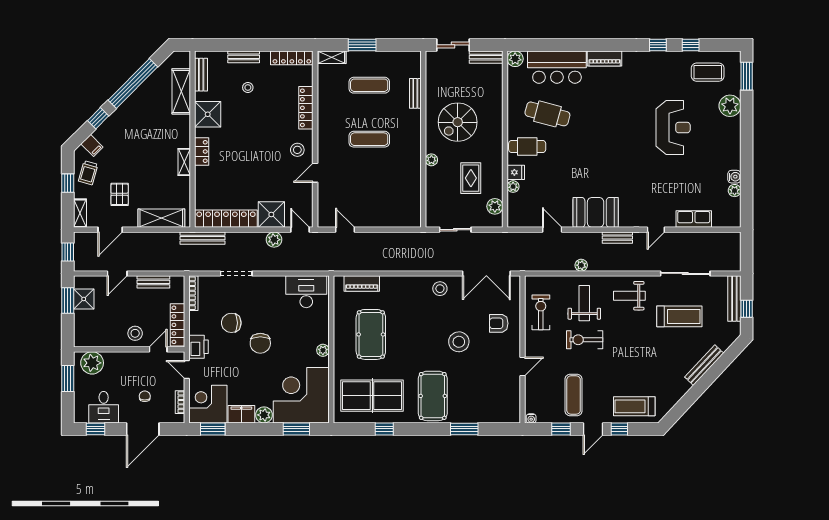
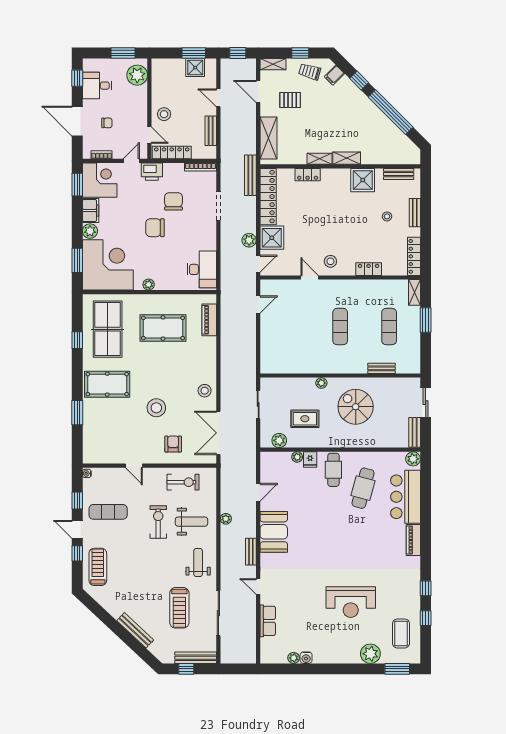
shelving: (181, 91) -> (347, 158), moved, width x0.67, depth x0.75
locker: (306, 108) -> (369, 269), width x0.66
locker: (202, 152) -> (308, 175), moved

